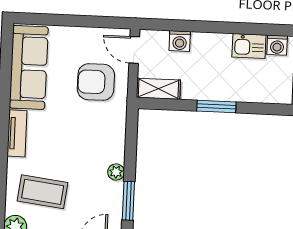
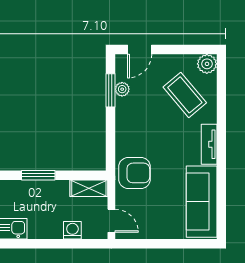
armchair: (96, 82) -> (135, 173), moved
plant: (116, 172) -> (122, 89), moved
coffee table: (43, 192) -> (185, 95), turned 43

